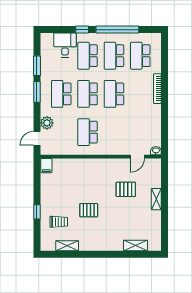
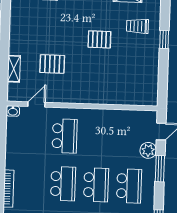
window: (37, 92) -> (160, 169), moved
school desk: (88, 132) -> (65, 136), moved
filing cabinet: (46, 166) -> (151, 97), removed
shelving: (156, 199) -> (14, 69), moved

